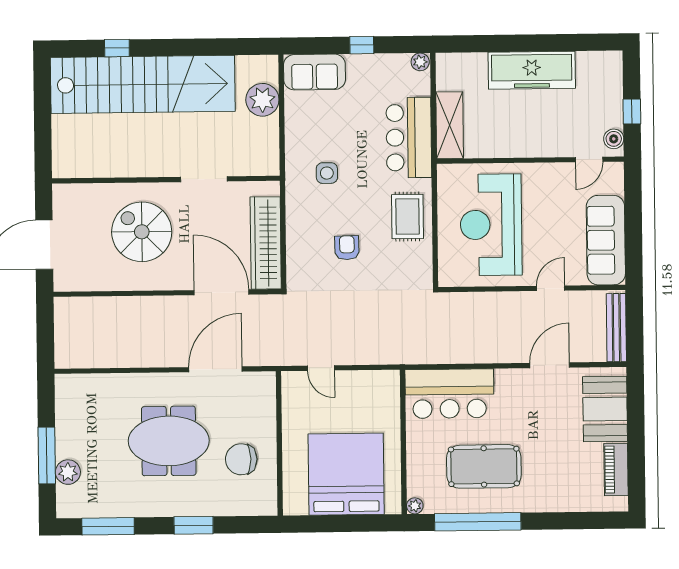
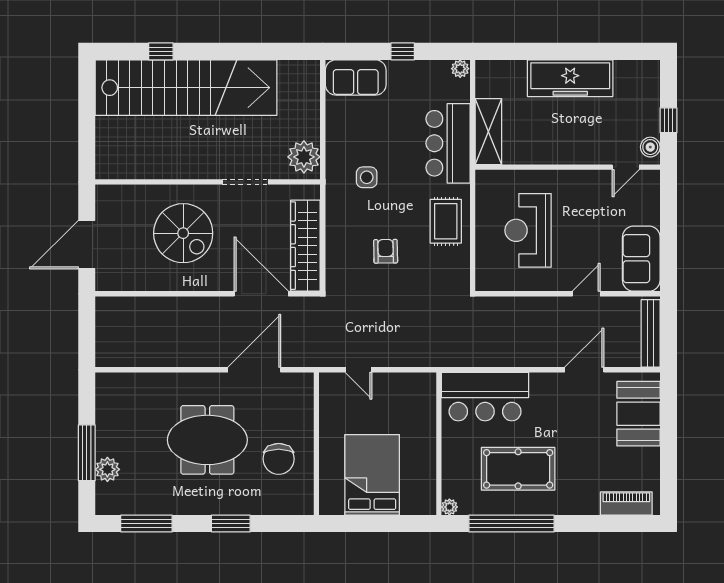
plant: (262, 100) -> (304, 157), moved
reception desk: (491, 225) -> (528, 230), width x0.74, depth x0.77
spiral stairs: (142, 232) -> (183, 233), turned 180
sofa: (606, 240) -> (641, 259), width x0.73
chair: (241, 459) -> (279, 459), turned -90
piano: (616, 469) -> (626, 503), moved, turned 90
bed: (346, 474) -> (372, 475), width x0.73

